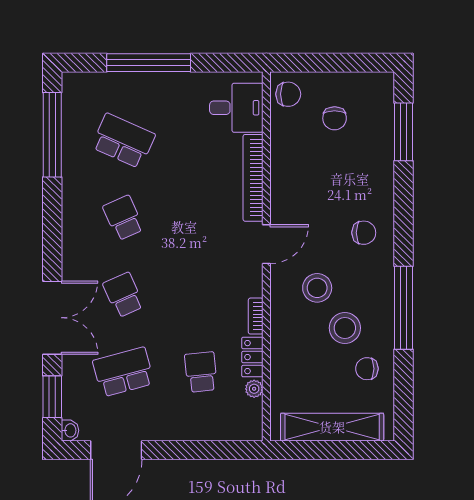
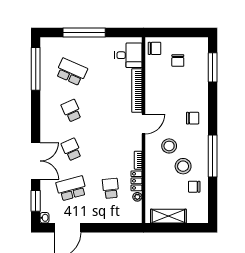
shelving: (332, 427) -> (168, 216), width x0.68

